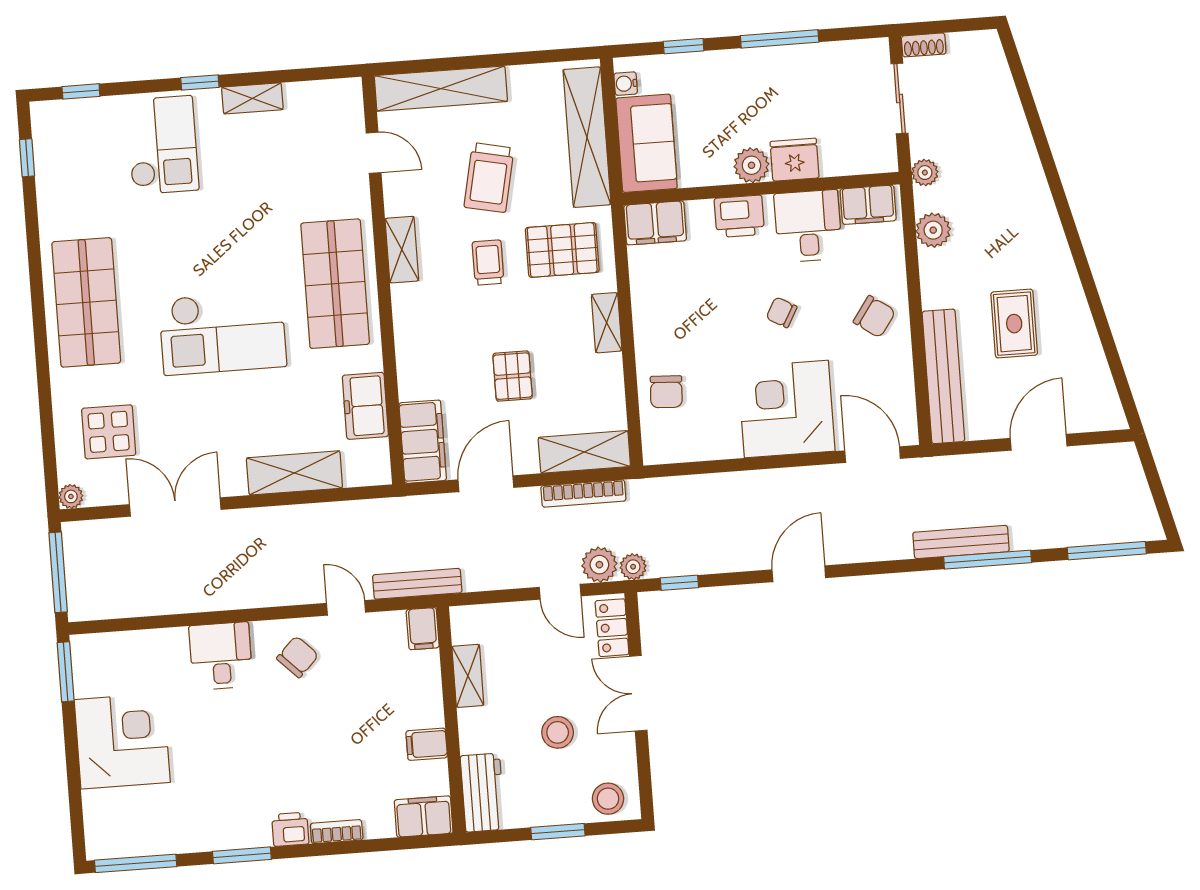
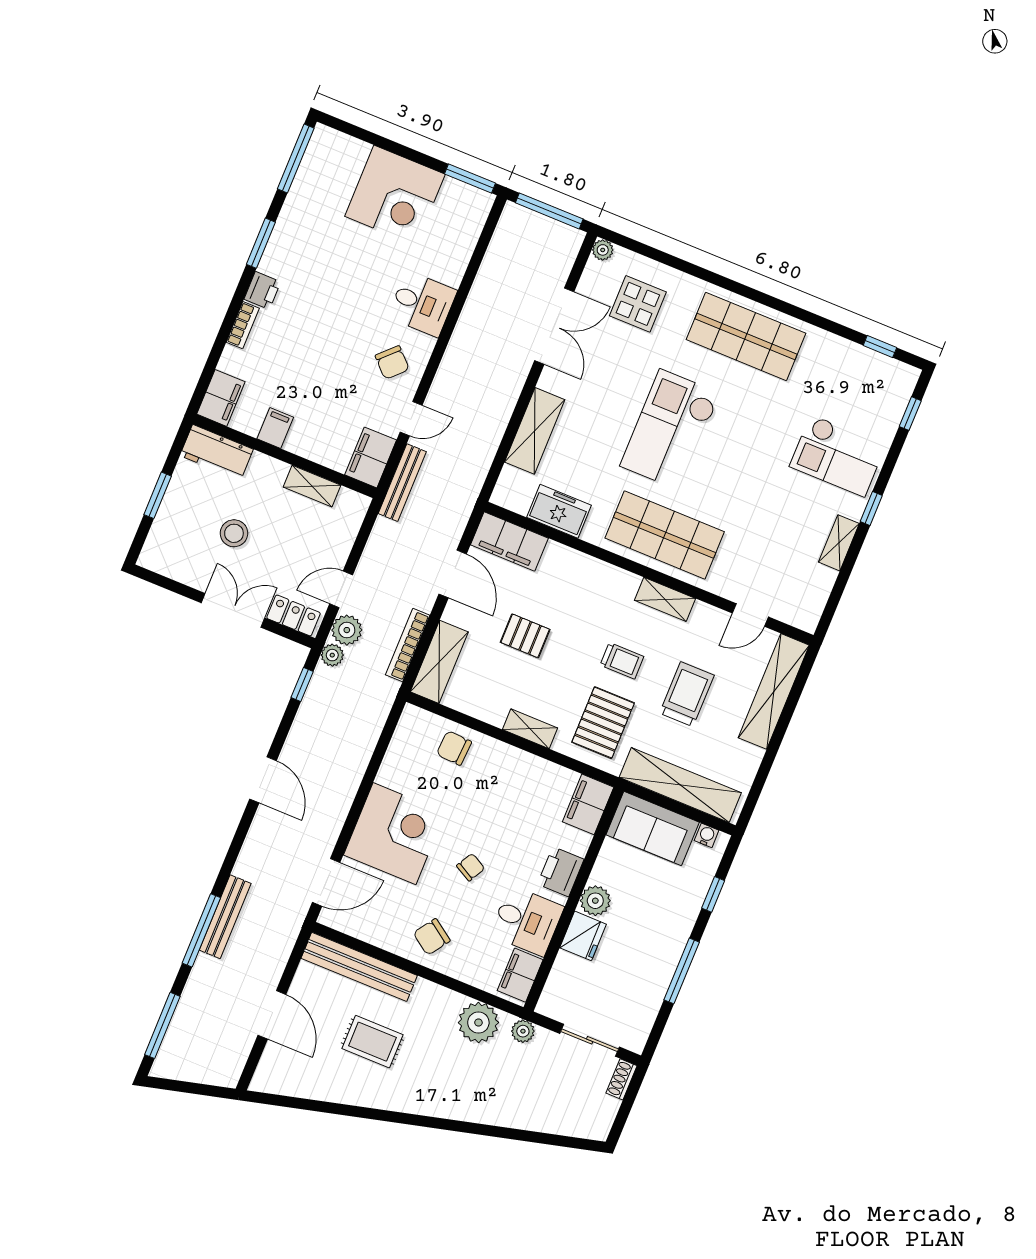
trolley: (489, 178) -> (687, 694), turned 78
plant: (933, 230) -> (478, 1023), width x1.36, depth x1.36
filing cabinet: (423, 629) -> (371, 457), width x2.00
stool: (608, 799) -> (164, 547), removed

